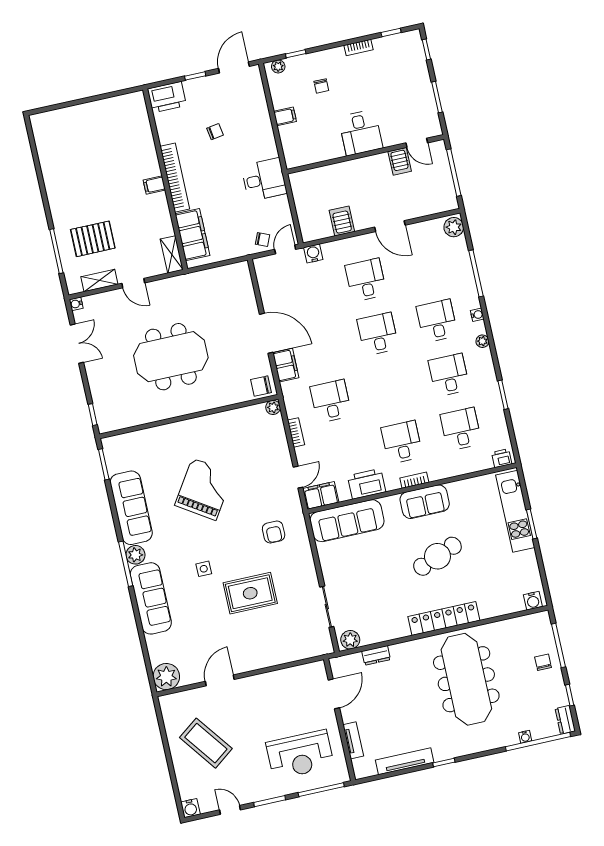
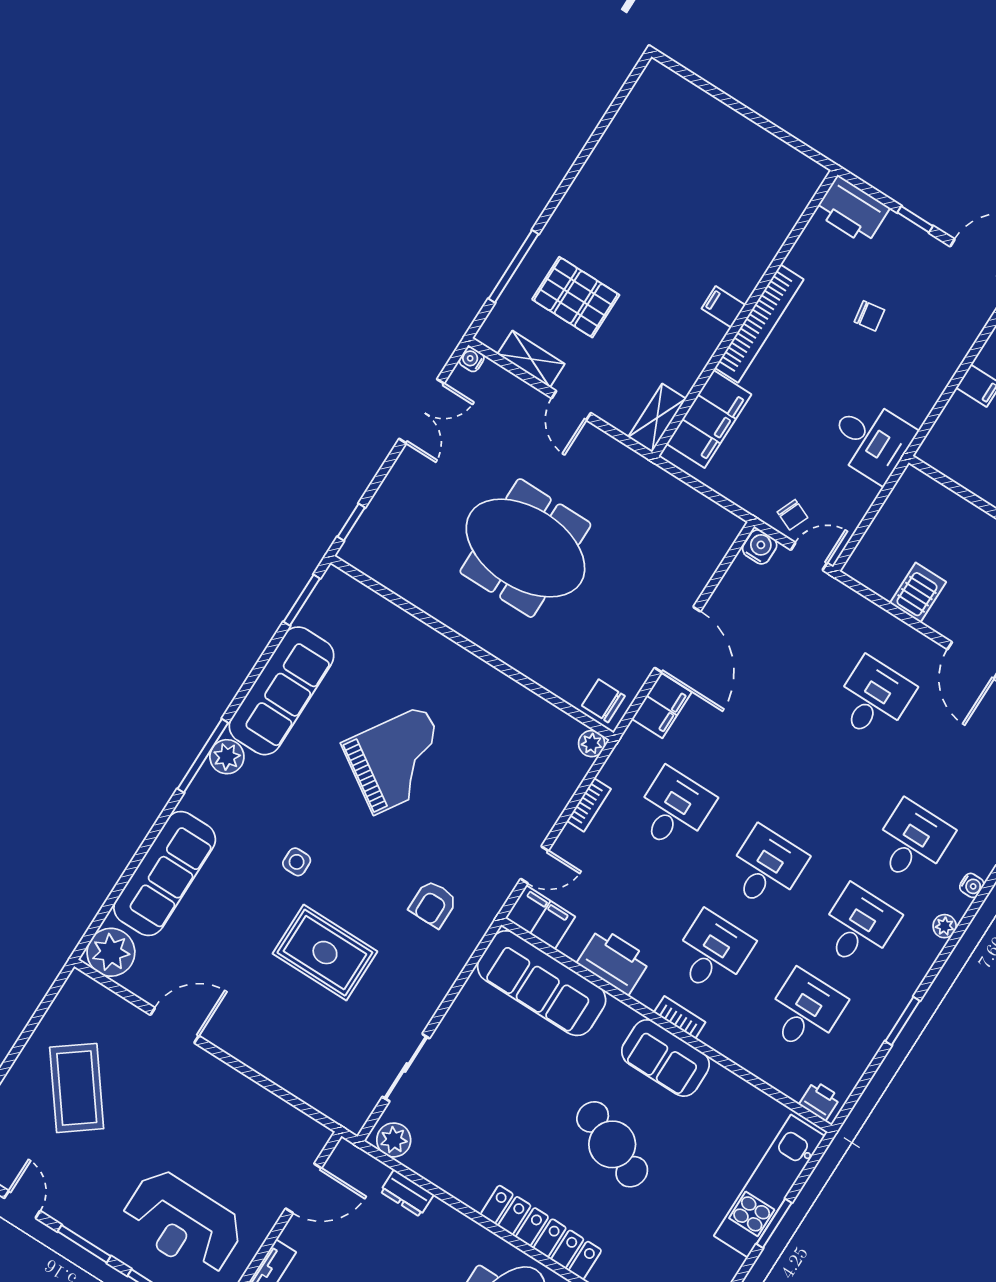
water cooler: (313, 254) -> (760, 547), moved
desk: (378, 334) -> (766, 868), moved
cafe table: (437, 556) -> (612, 1144), turned 44
sofa: (151, 598) -> (165, 873), moved

